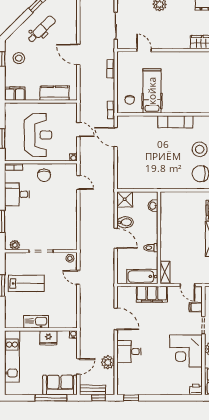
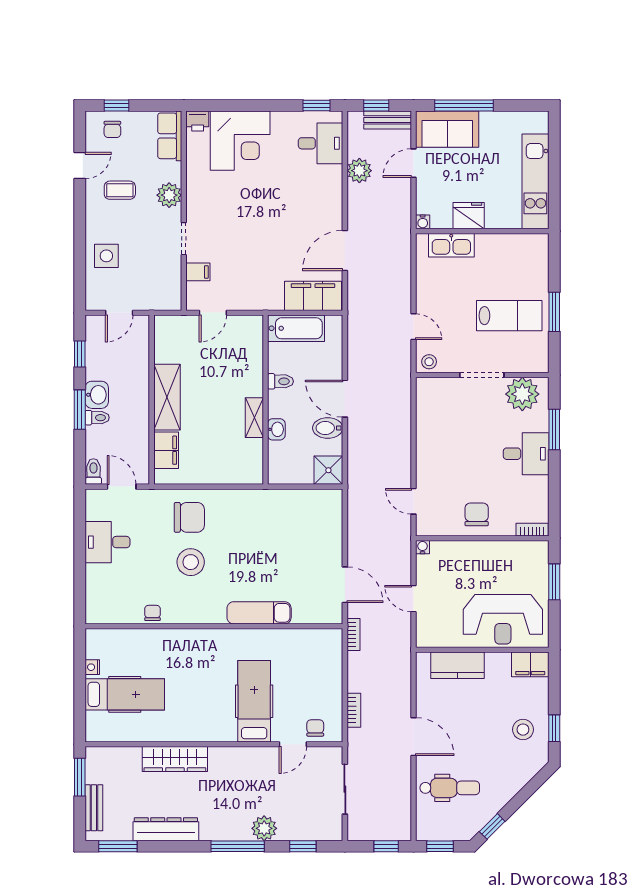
dental chair: (42, 29) -> (450, 788), moved, turned -136
door: (144, 50) -> (293, 744), hinge flipped
hospital bed: (152, 91) -> (254, 701), moved, turned 180
chair: (130, 100) -> (315, 728), moved
exam couch: (175, 122) -> (259, 613), moved
reception desk: (38, 135) -> (503, 619), moved, turned -90
desk: (17, 194) -> (526, 454), moved
washbasin: (153, 206) -> (276, 429), moved
plant: (15, 245) -> (522, 394), width x1.87, depth x1.87
shelving: (165, 272) -> (254, 418), moved
lab bench: (26, 283) -> (509, 316), turned 180
door: (188, 285) -> (213, 313), swing flipped
filing cabinet: (152, 294) -> (313, 296), moved
door: (116, 319) -> (345, 251), hinge flipped
kitchen sink: (36, 322) -> (451, 245), moved
corner desk: (186, 351) -> (240, 141), moved, turned 90
desk: (129, 352) -> (321, 143), moved

